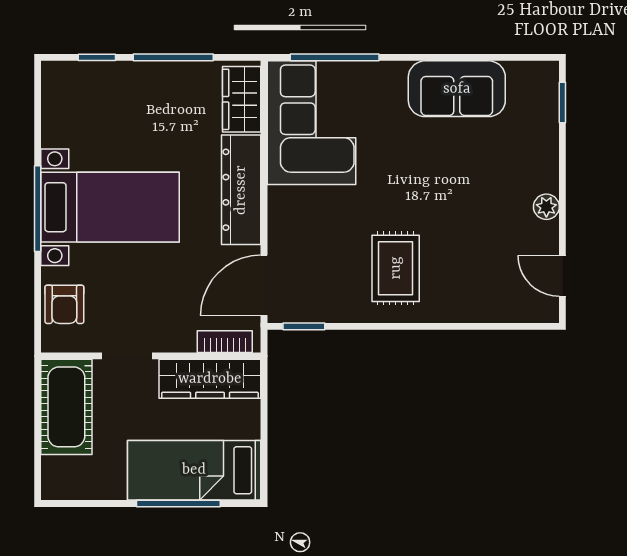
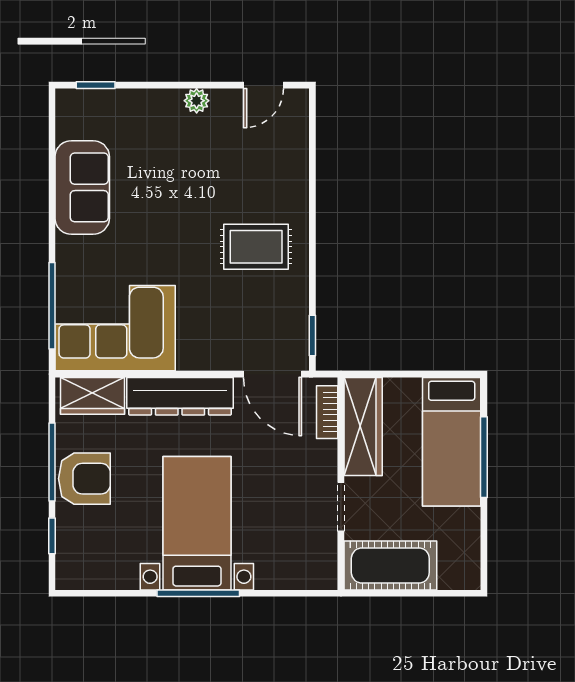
armchair: (64, 304) -> (84, 479), moved, width x1.38, depth x1.38

